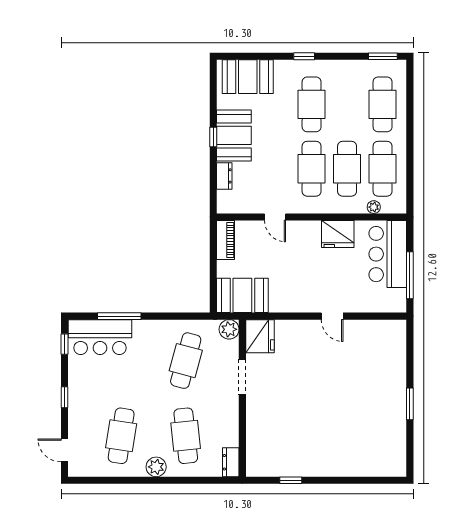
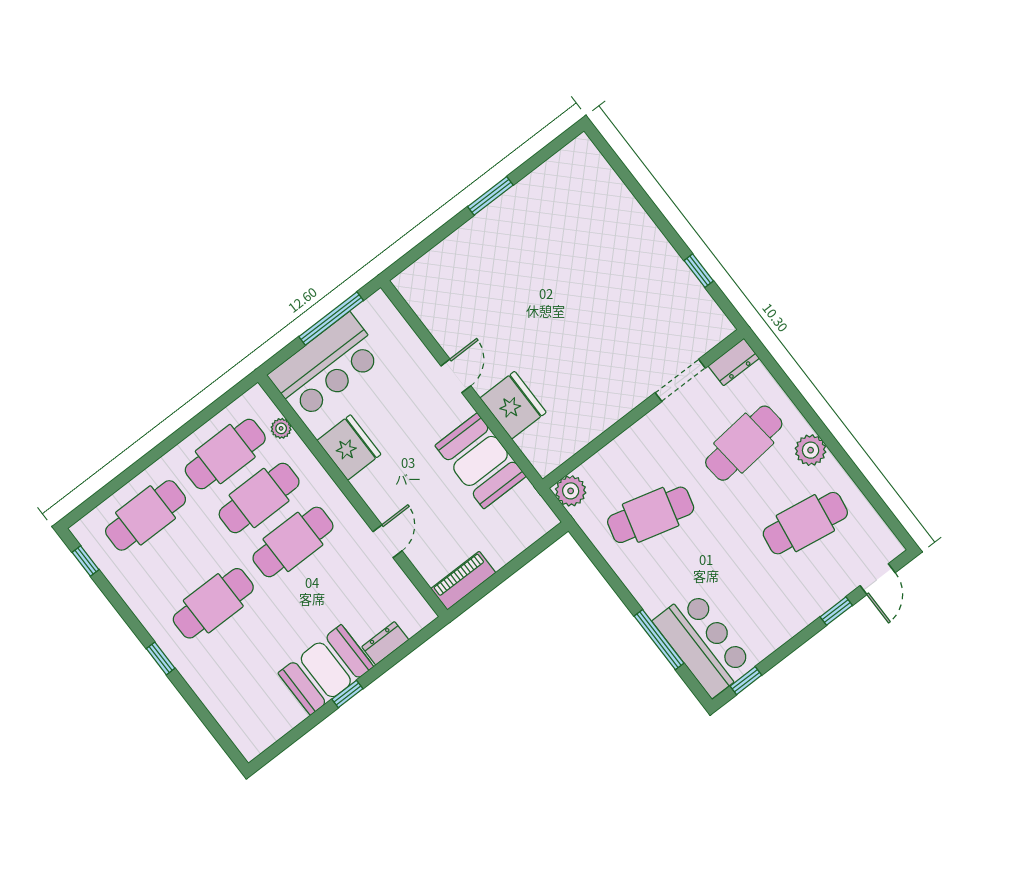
window: (383, 56) -> (86, 561), width x0.67
booth: (248, 77) -> (240, 709), removed
booth: (242, 295) -> (481, 461), moved
fridge: (260, 336) -> (513, 405), moved, turned 90
doorway: (242, 377) -> (680, 380), moved
window: (65, 397) -> (836, 611), moved

